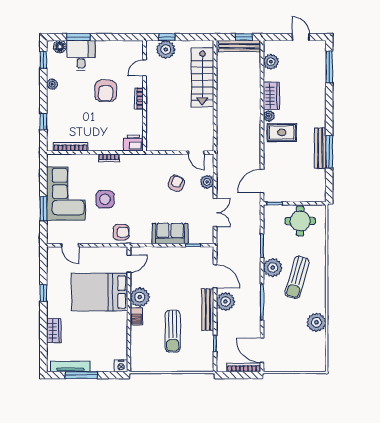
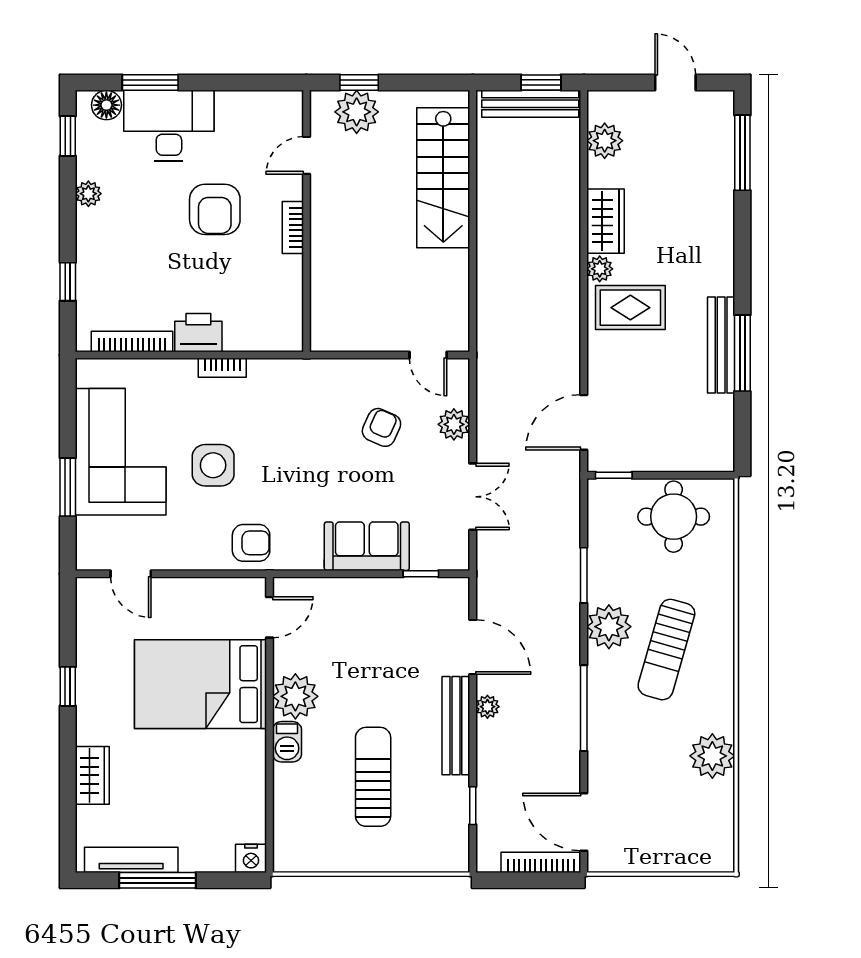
desk: (81, 55) -> (169, 126), width x1.37
printer: (133, 143) -> (198, 333), moved
plant: (226, 302) -> (487, 707), width x0.53, depth x0.53
sun lounger: (173, 331) -> (373, 777), turned 180

